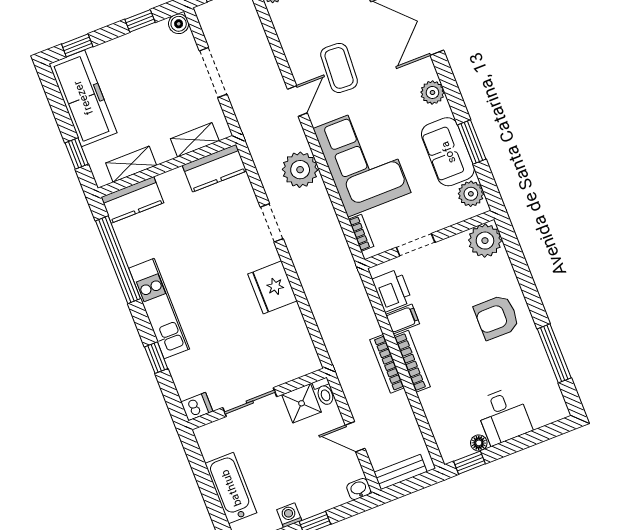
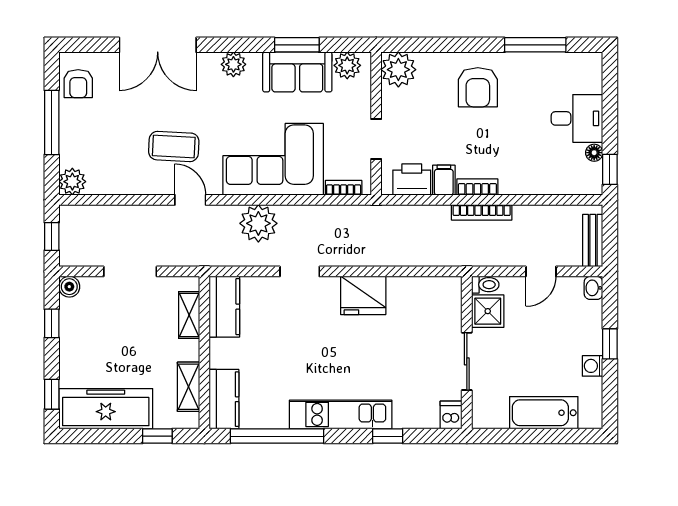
bookcase: (412, 361) -> (477, 187), width x0.64

